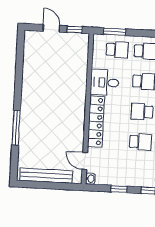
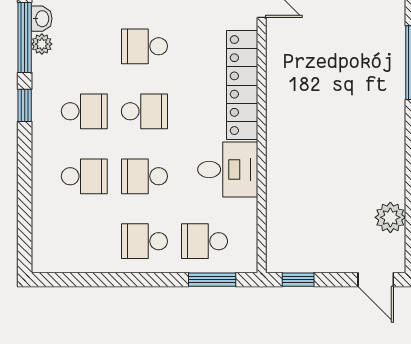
door: (51, 28) -> (376, 280), moved
plant: (30, 56) -> (390, 217), added

